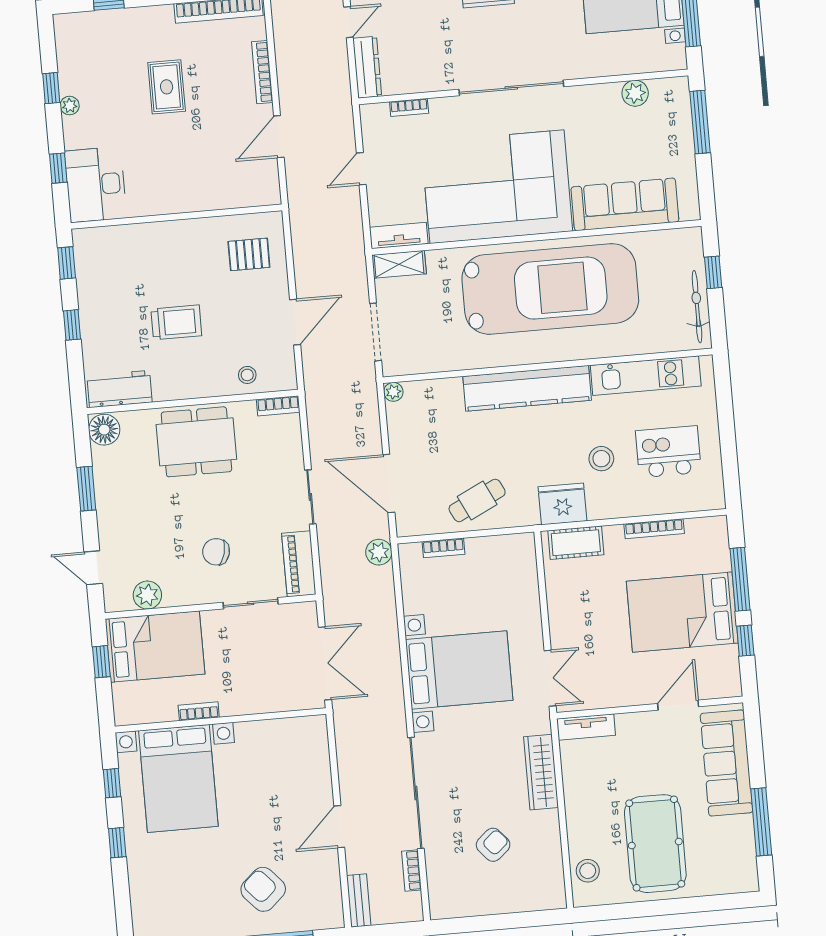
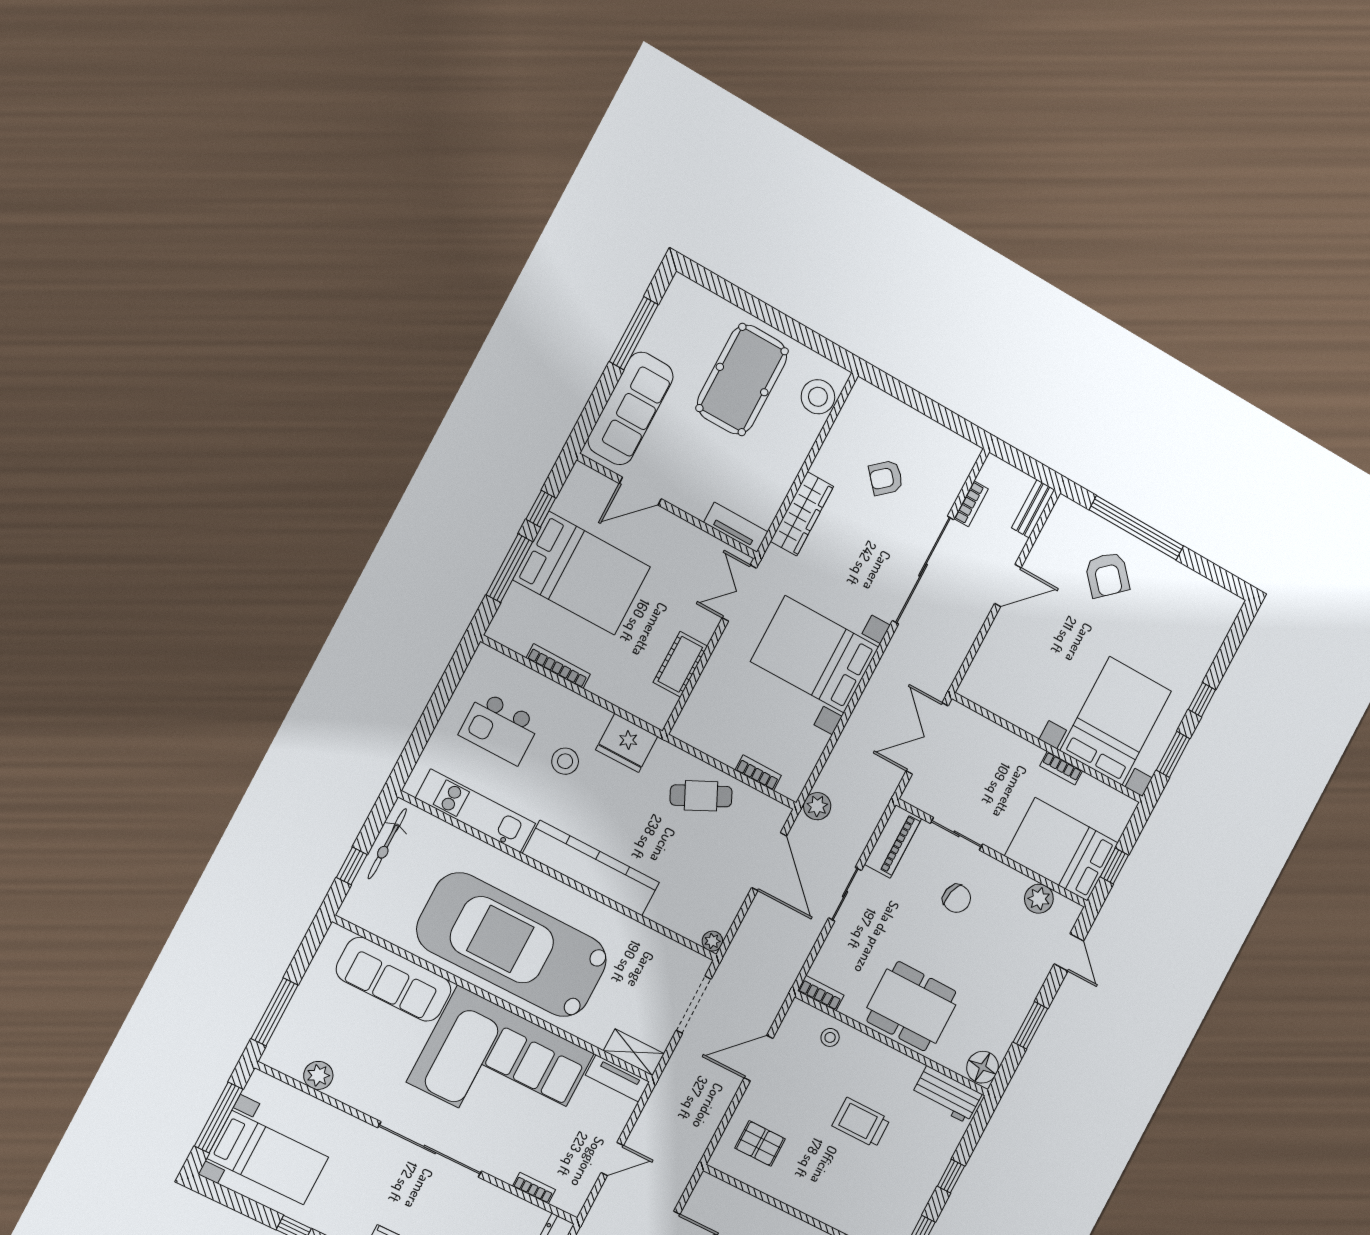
cot: (576, 543) -> (680, 664), moved, turned 90
window: (112, 783) -> (1173, 754), width x1.50
stool: (588, 871) -> (818, 397), width x1.38, depth x1.38

